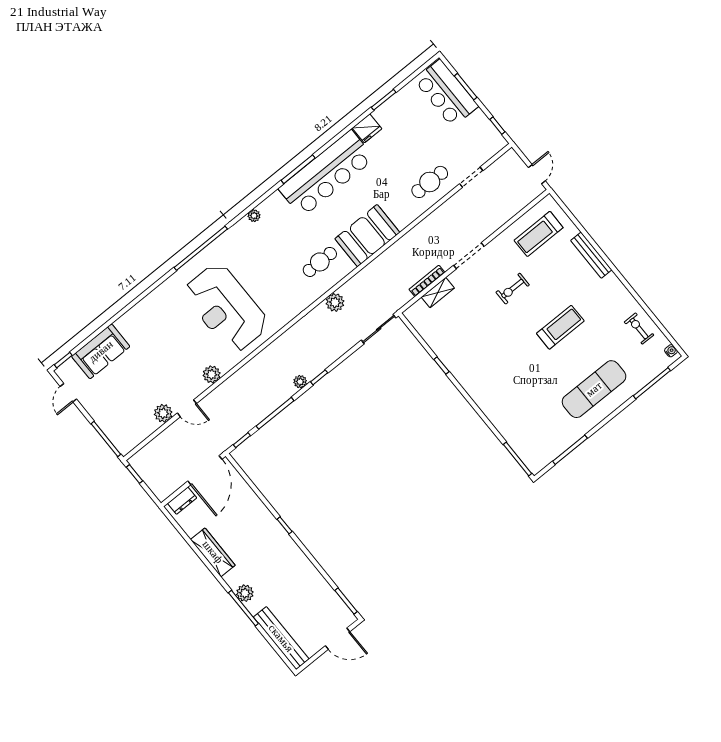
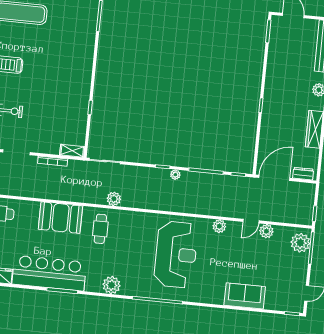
plant: (254, 216) -> (111, 285), width x1.88, depth x1.88
cafe table: (320, 262) -> (100, 229), turned 90
shelving: (438, 293) -> (72, 151), moved
sofa: (101, 351) -> (245, 296), moved
door: (187, 408) -> (251, 221), swing flipped
plant: (121, 434) -> (300, 243), added

